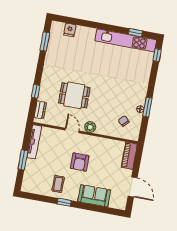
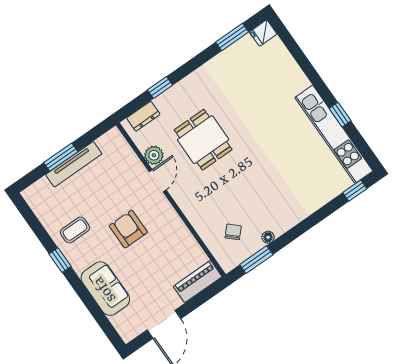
fridge: (70, 30) -> (263, 33), moved
window: (135, 33) -> (340, 115), moved
window: (147, 107) -> (256, 260), moved
plant: (90, 127) -> (154, 155), moved
tv unit: (34, 142) -> (74, 164), moved
armchair: (80, 162) -> (128, 229), turned 90

